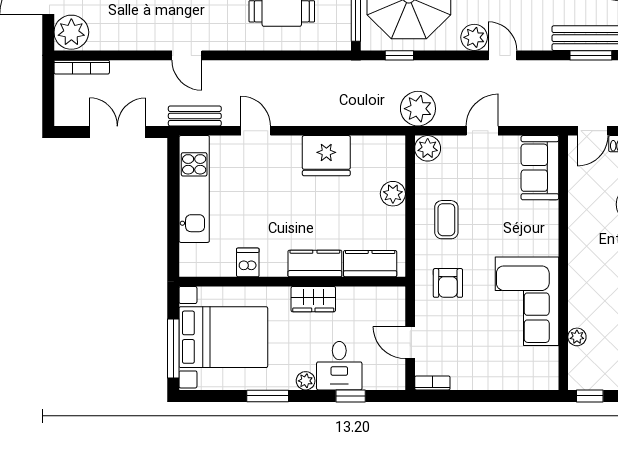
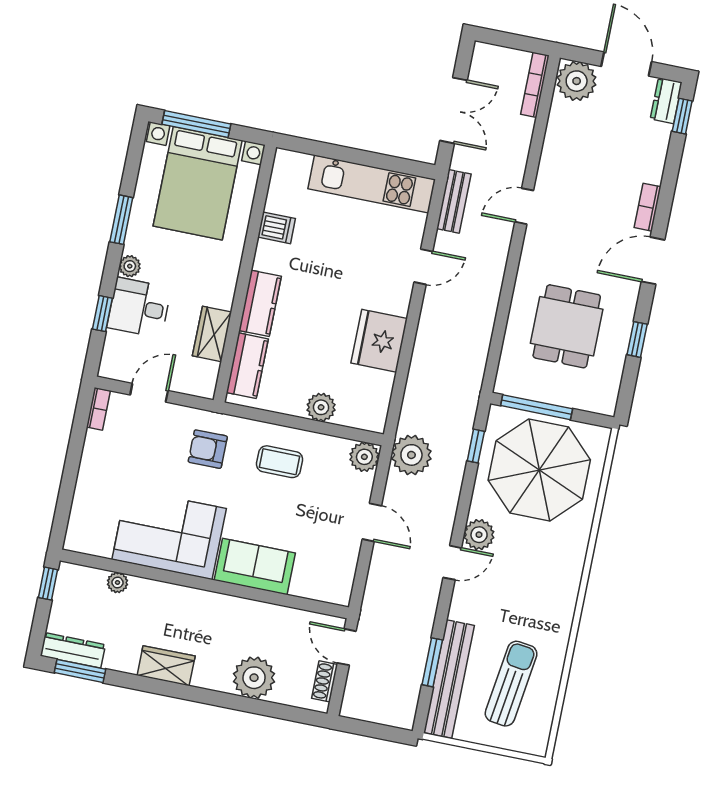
sofa: (540, 168) -> (255, 567), moved
wardrobe: (313, 299) -> (212, 334), moved

